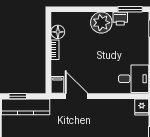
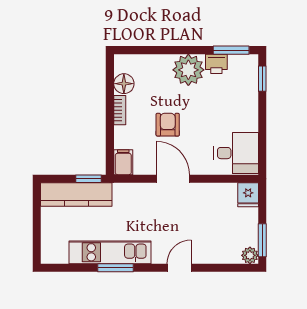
armchair: (87, 60) -> (168, 125), added
window: (18, 96) -> (89, 179), moved
door: (77, 96) -> (173, 179), moved

